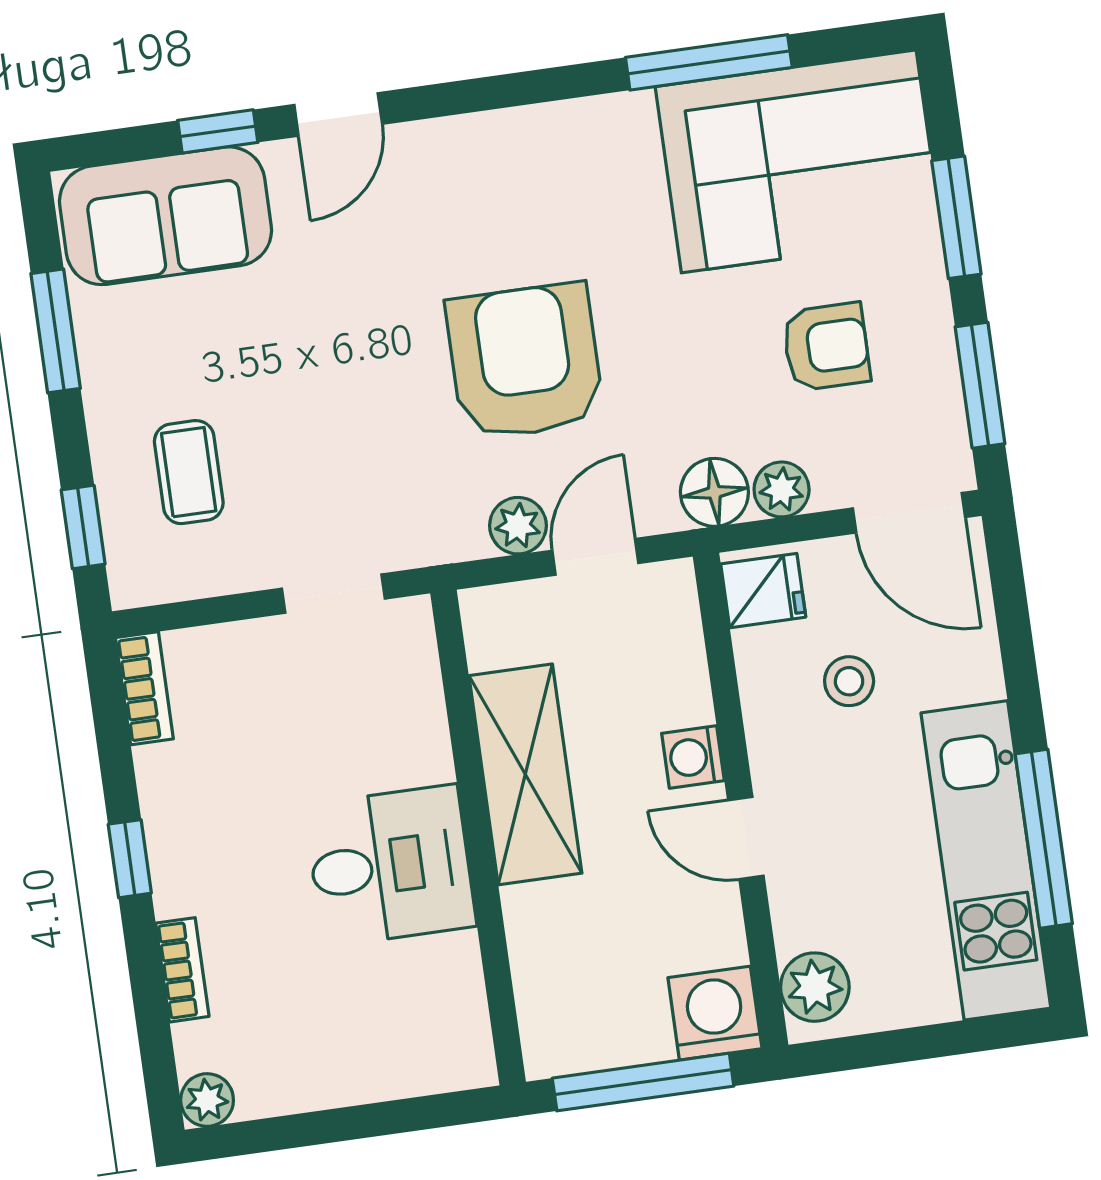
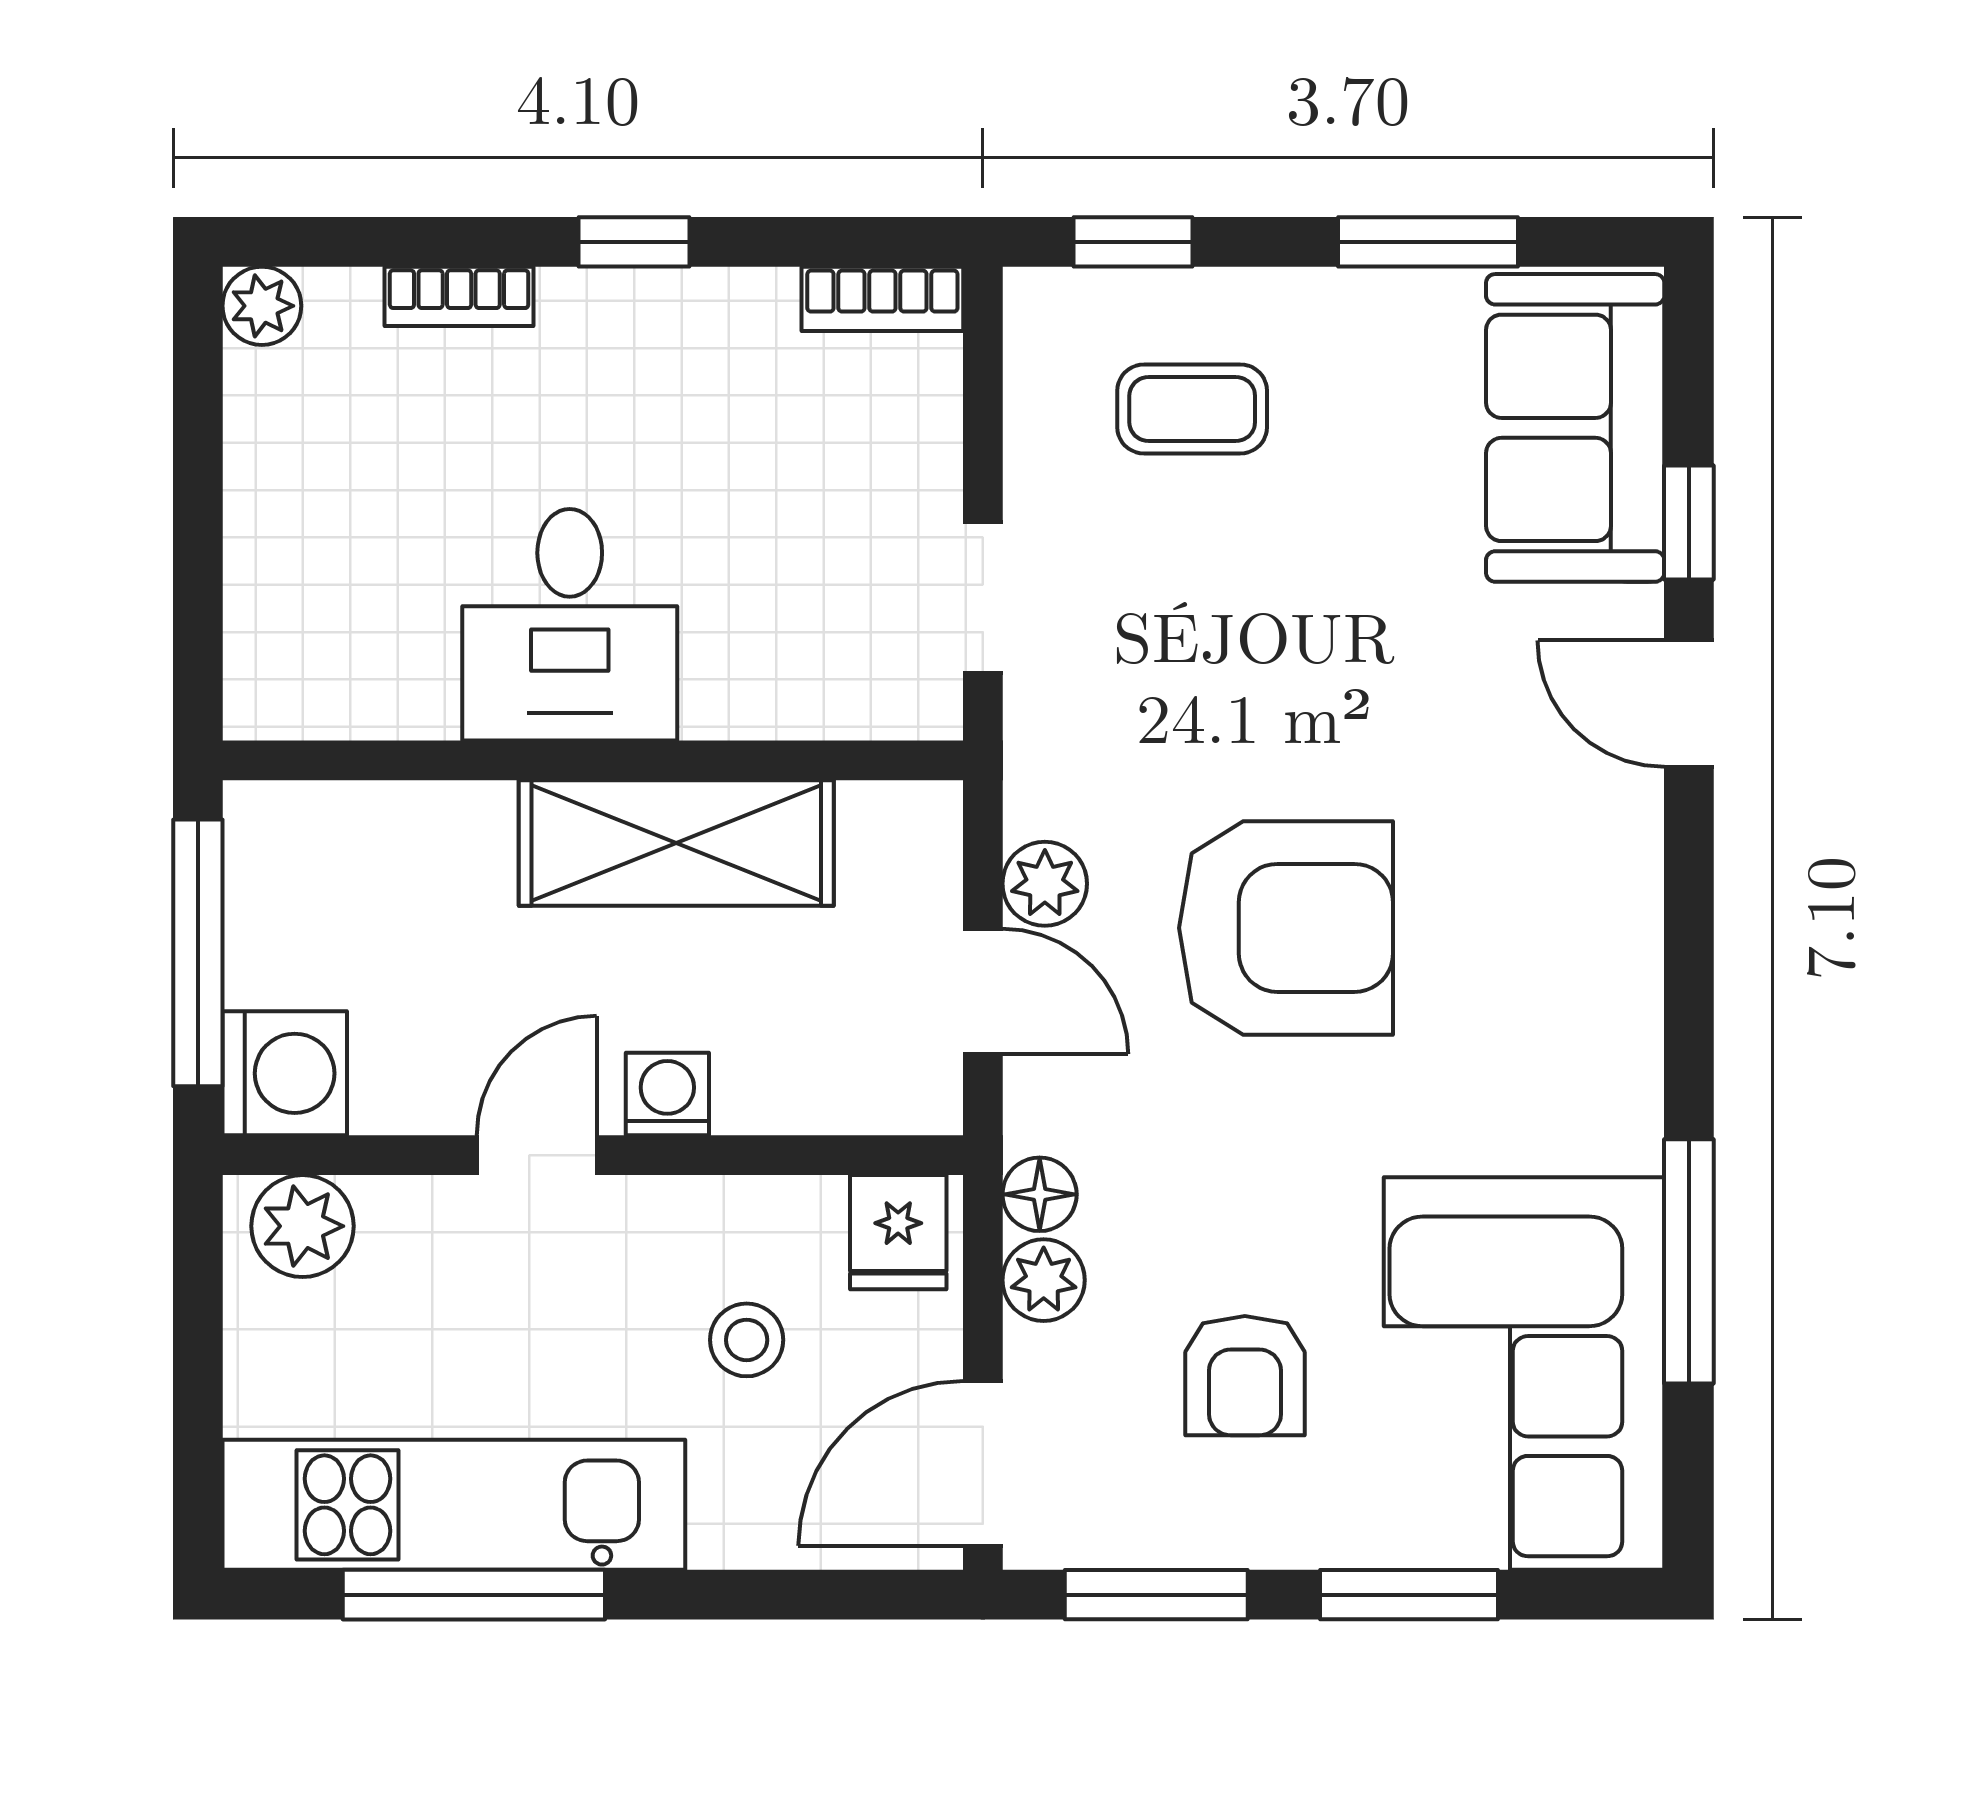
floor lamp: (714, 492) -> (1040, 1194), width x0.73, depth x0.73

